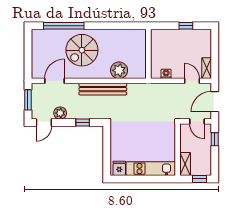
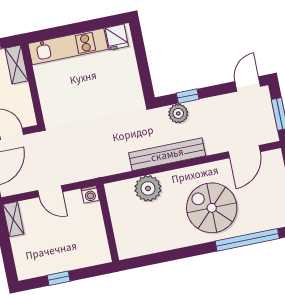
spiral stairs: (82, 50) -> (212, 208), turned -90
washing machine: (166, 74) -> (90, 194), moved
door: (192, 81) -> (50, 191), moved
plant: (60, 113) -> (178, 113), moved

